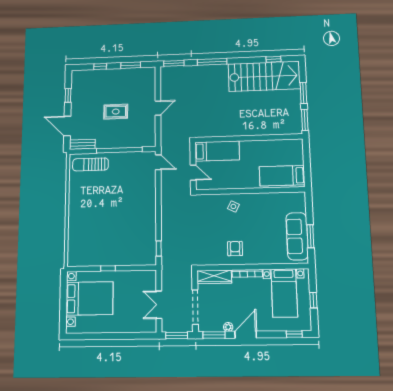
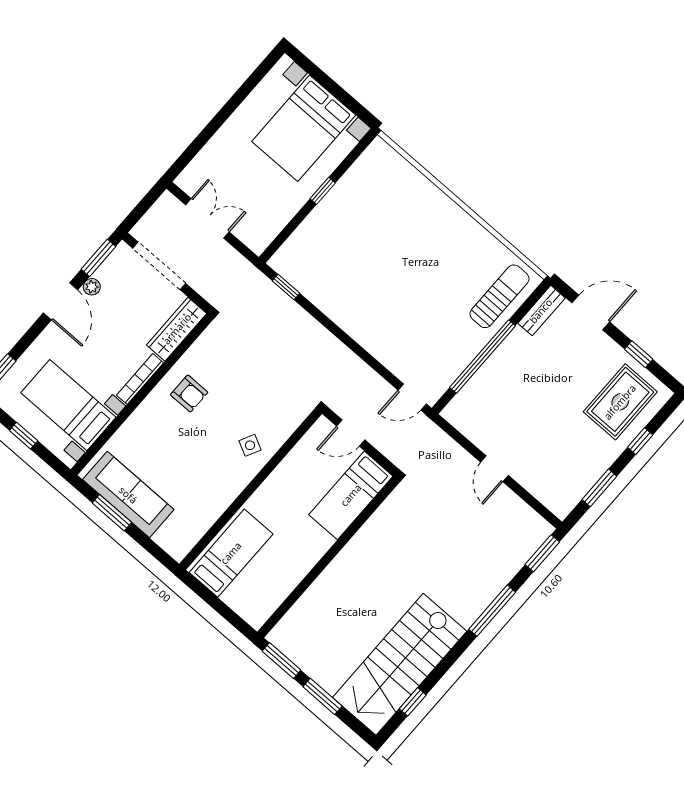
rug: (116, 112) -> (620, 402), moved, width x1.36, depth x1.43
window: (177, 335) -> (144, 206), removed

